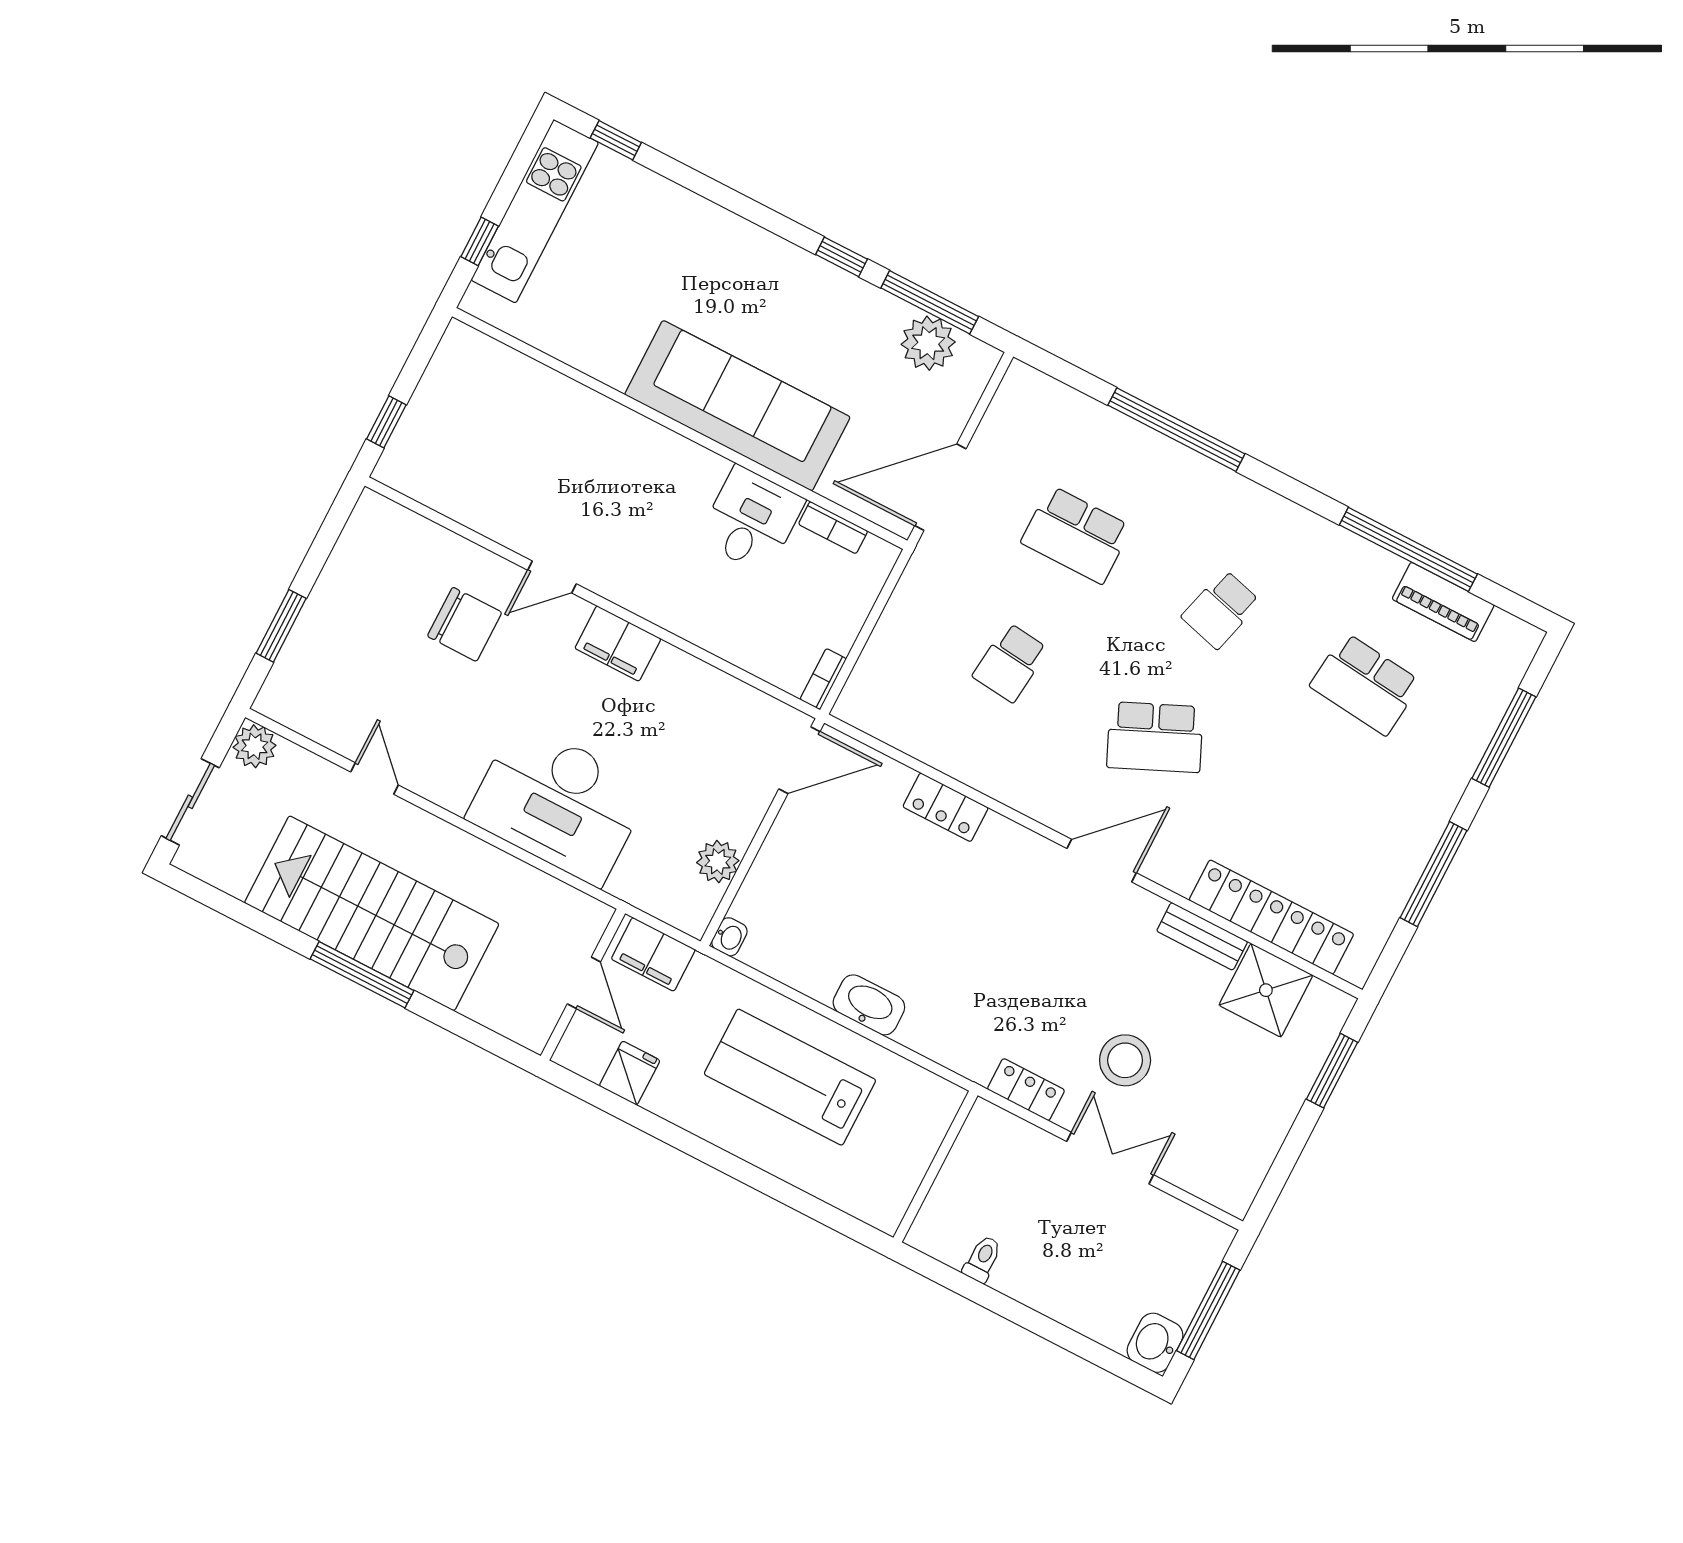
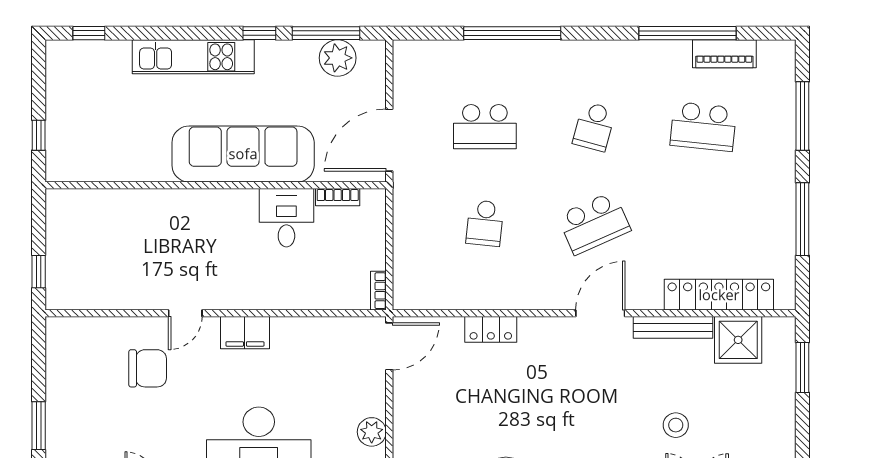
kitchen unit: (535, 211) -> (193, 57), moved, turned 90
bench: (1202, 936) -> (673, 327), width x1.36
stool: (1125, 1060) -> (676, 425), width x0.73, depth x0.73

